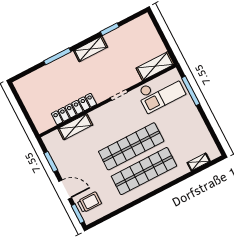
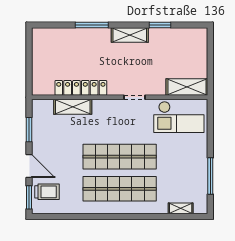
window: (191, 91) -> (210, 176), moved

